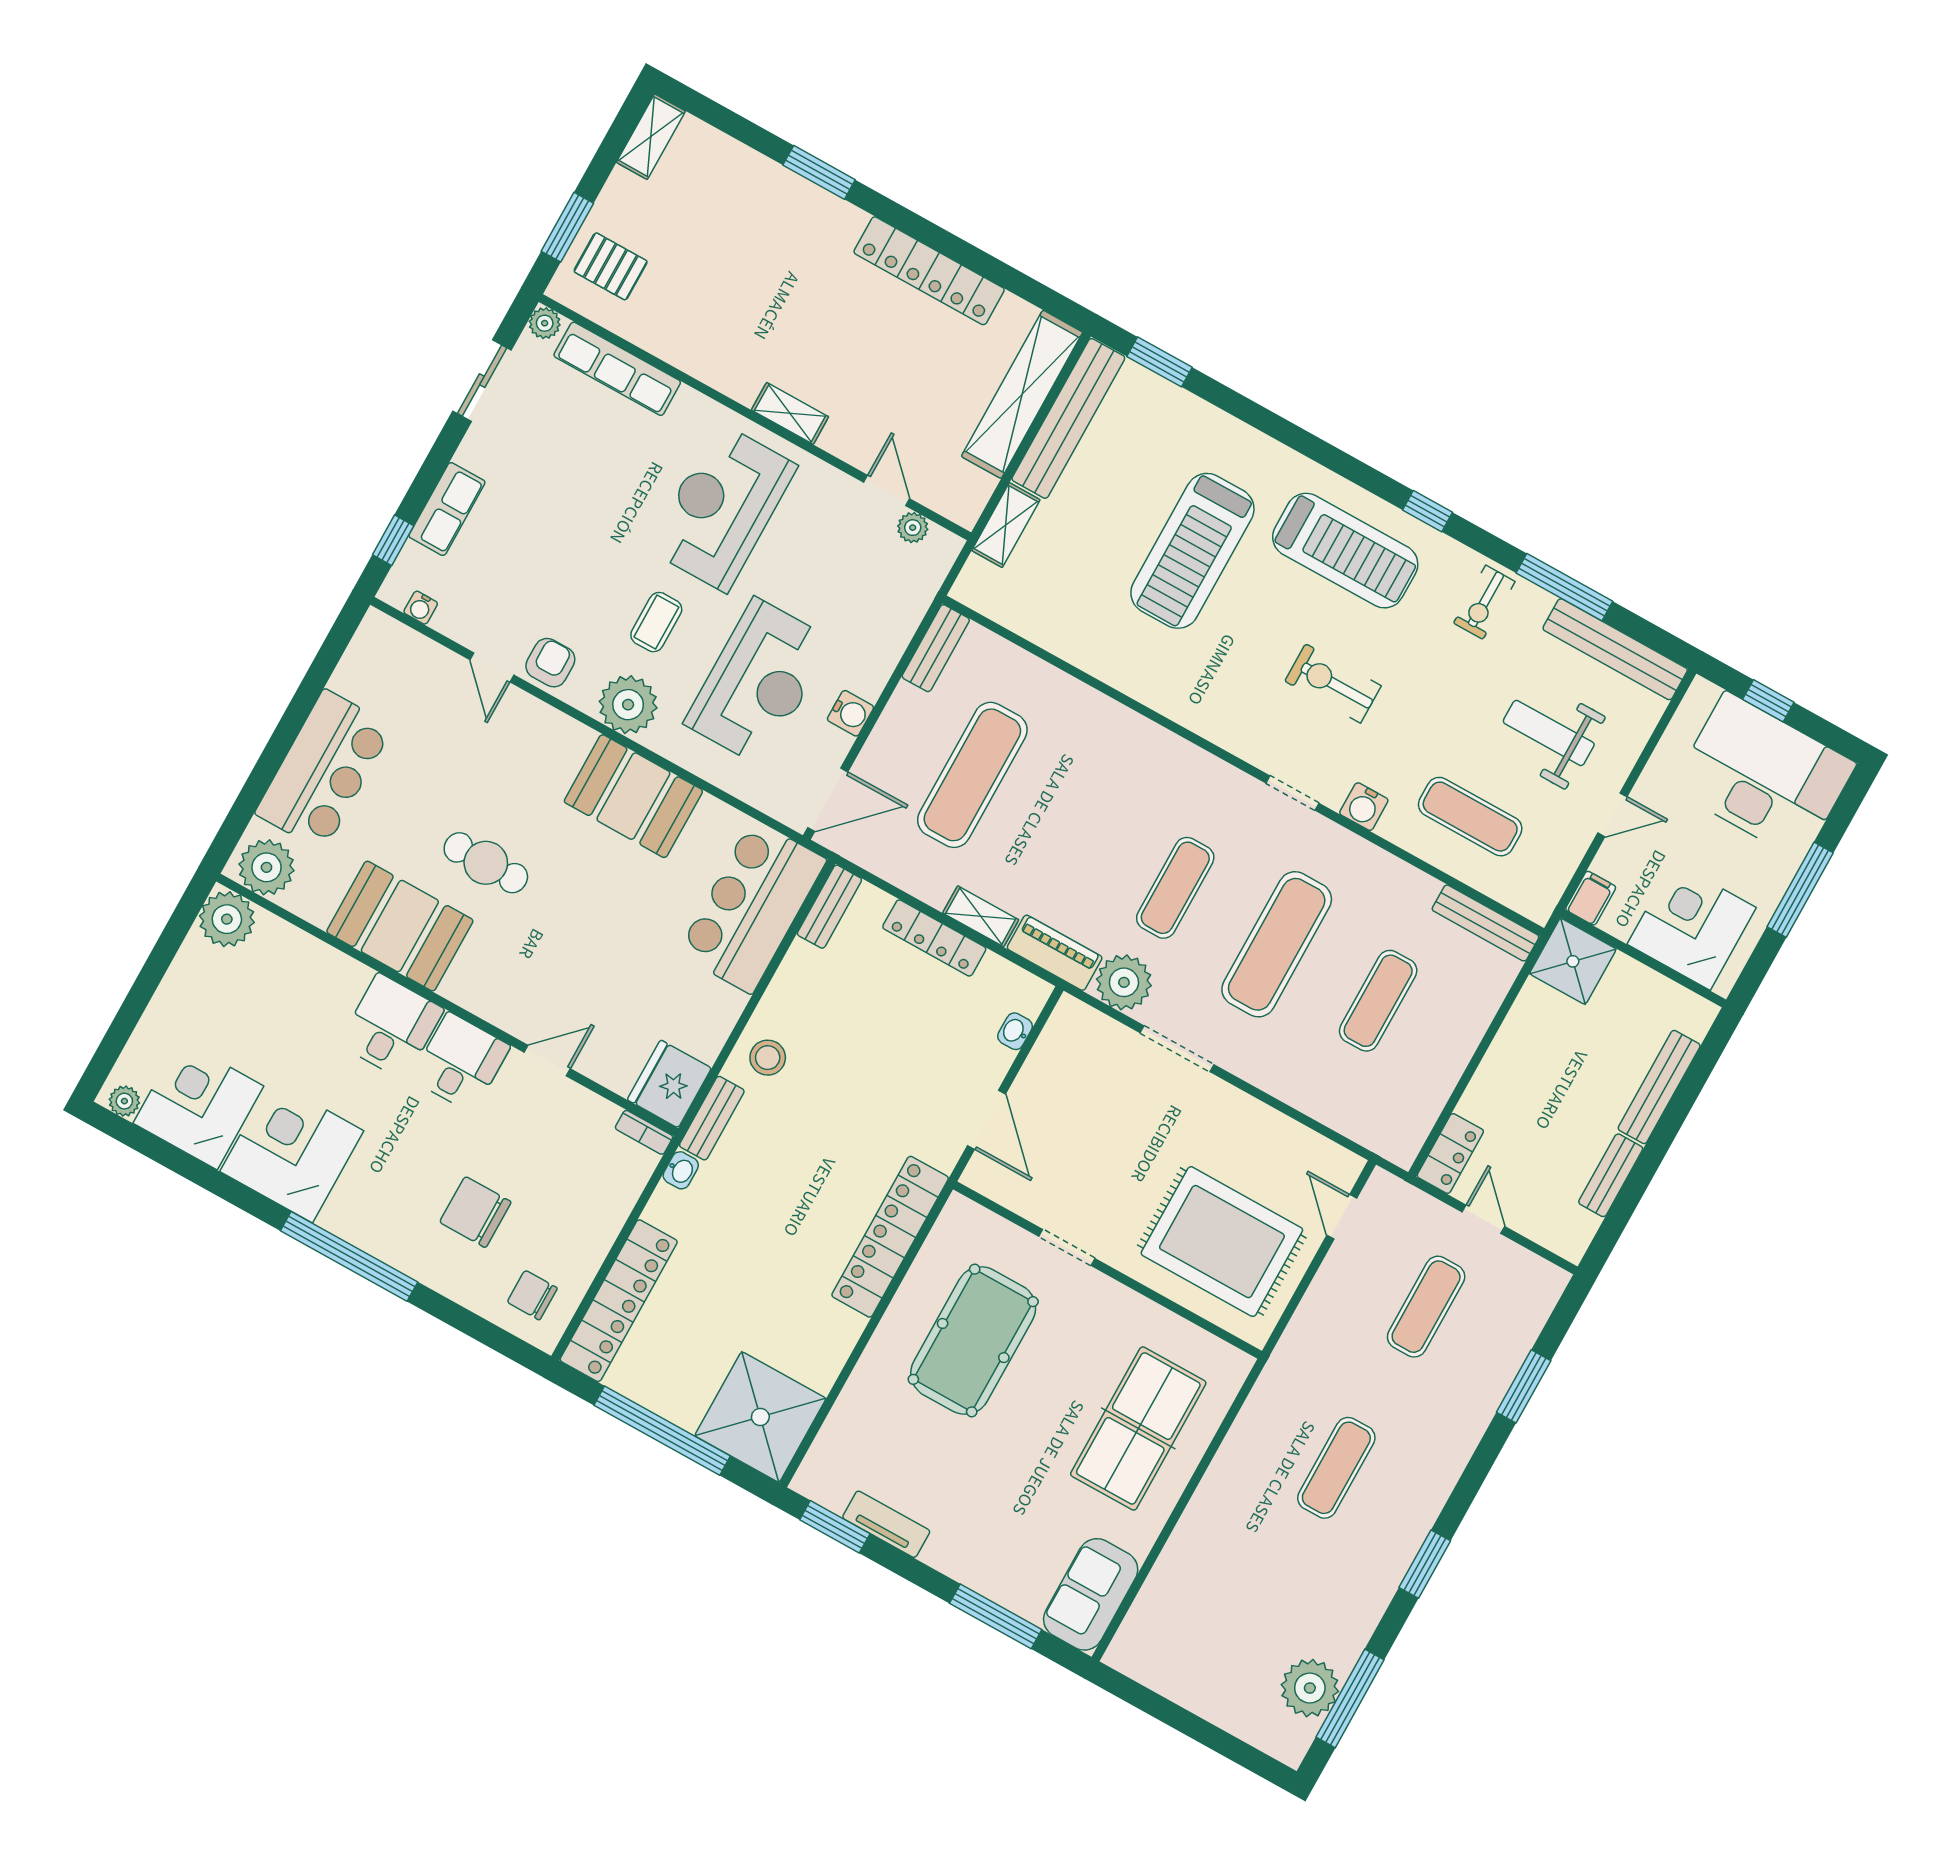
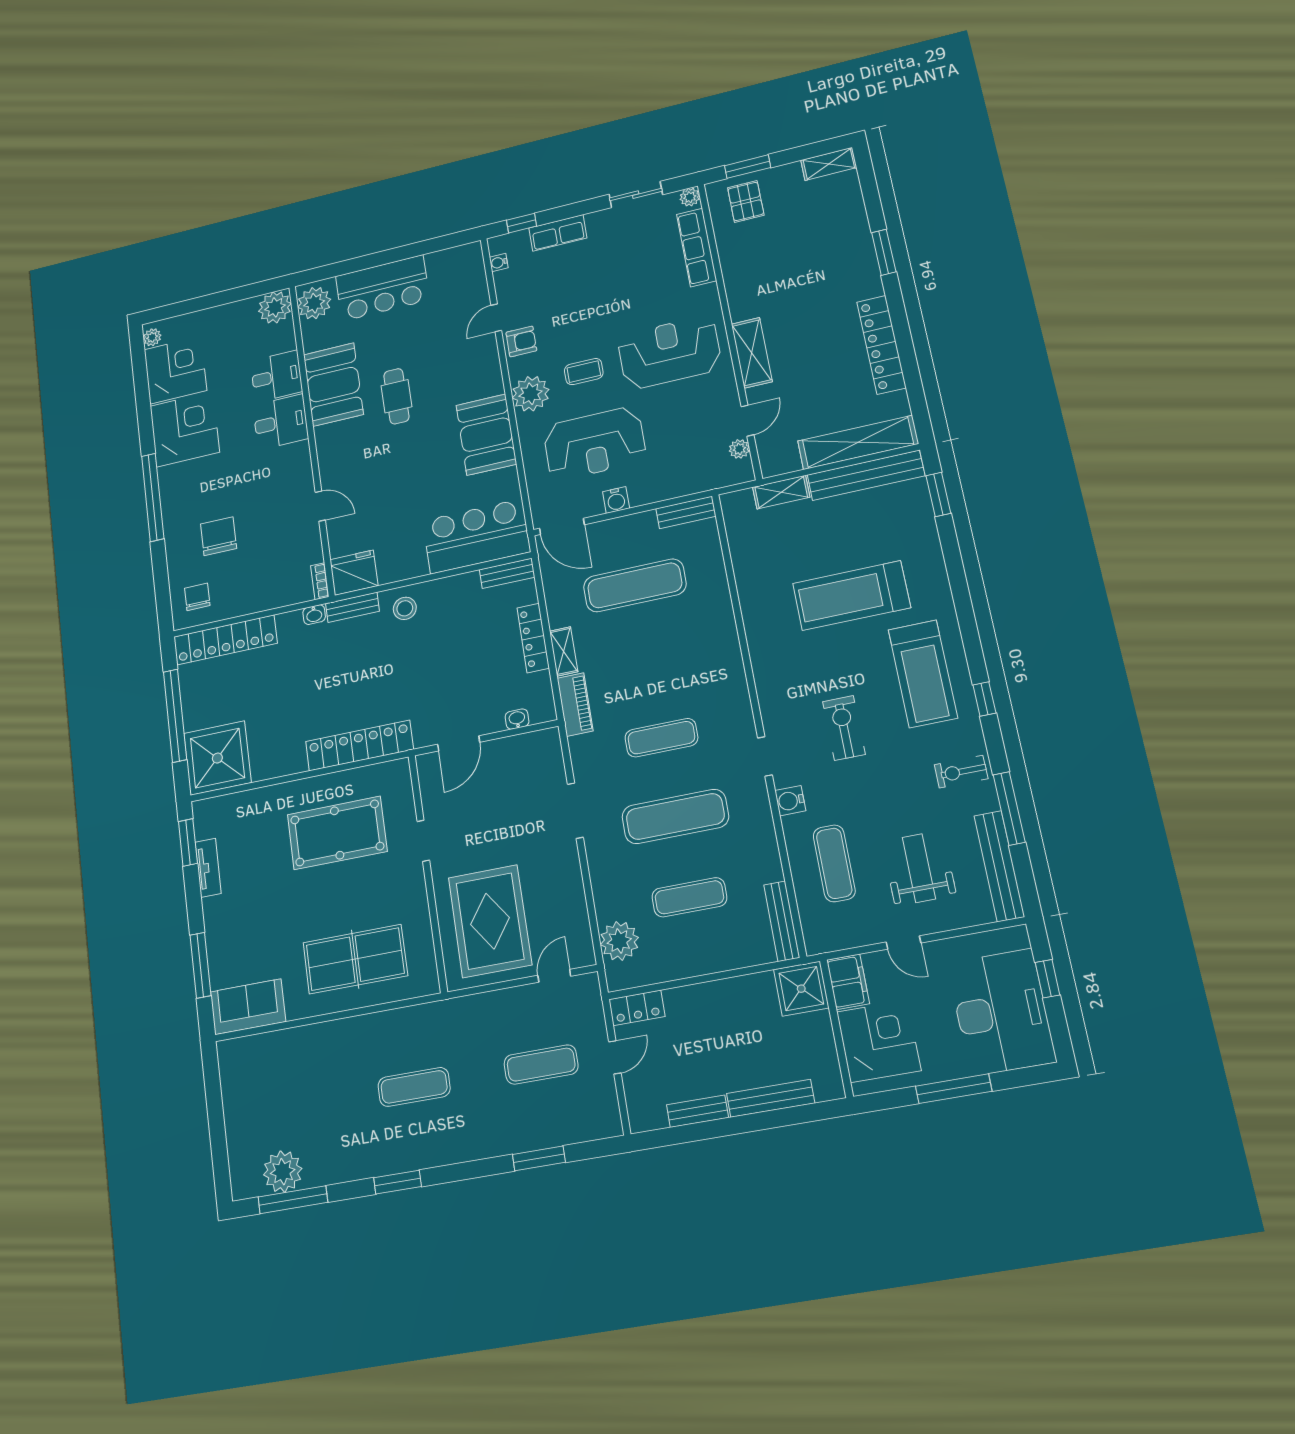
shelving: (790, 413) -> (752, 353), width x1.50, depth x1.33
filing cabinet: (1591, 898) -> (848, 982), width x2.00
plant: (1124, 982) -> (619, 941), moved
desk: (461, 1062) -> (276, 376), moved

